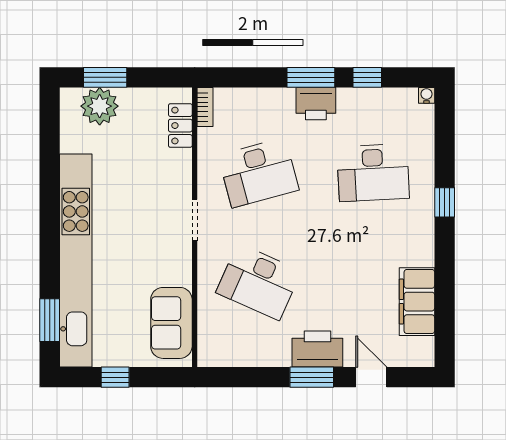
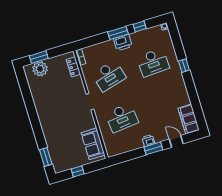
kitchen unit: (76, 261) -> (49, 131), removed
desk: (259, 282) -> (122, 118), turned -30
filing cabinet: (417, 302) -> (189, 119), moved
printer: (317, 349) -> (148, 140), width x0.53, depth x0.68

